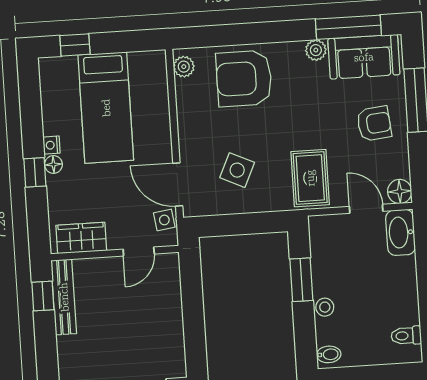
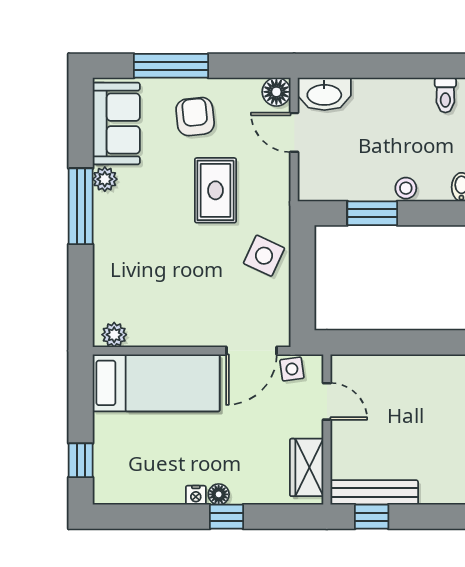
window: (348, 27) -> (81, 206), moved
armchair: (244, 79) -> (133, 265), removed
bed: (106, 108) -> (156, 383), moved
side table: (237, 170) -> (264, 256), moved
rug: (310, 178) -> (215, 190), moved, turned 90
door: (366, 209) -> (294, 132), hinge flipped

